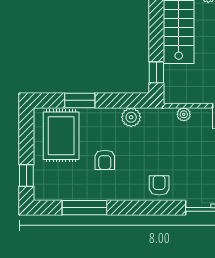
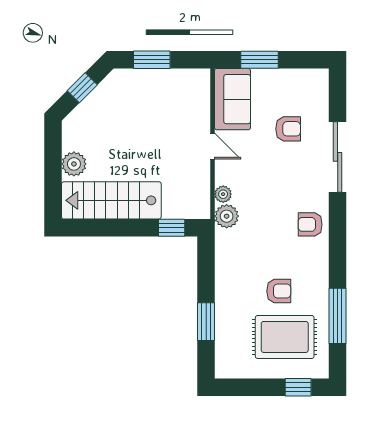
plant: (131, 117) -> (227, 216), moved
rug: (61, 136) -> (285, 337), moved

